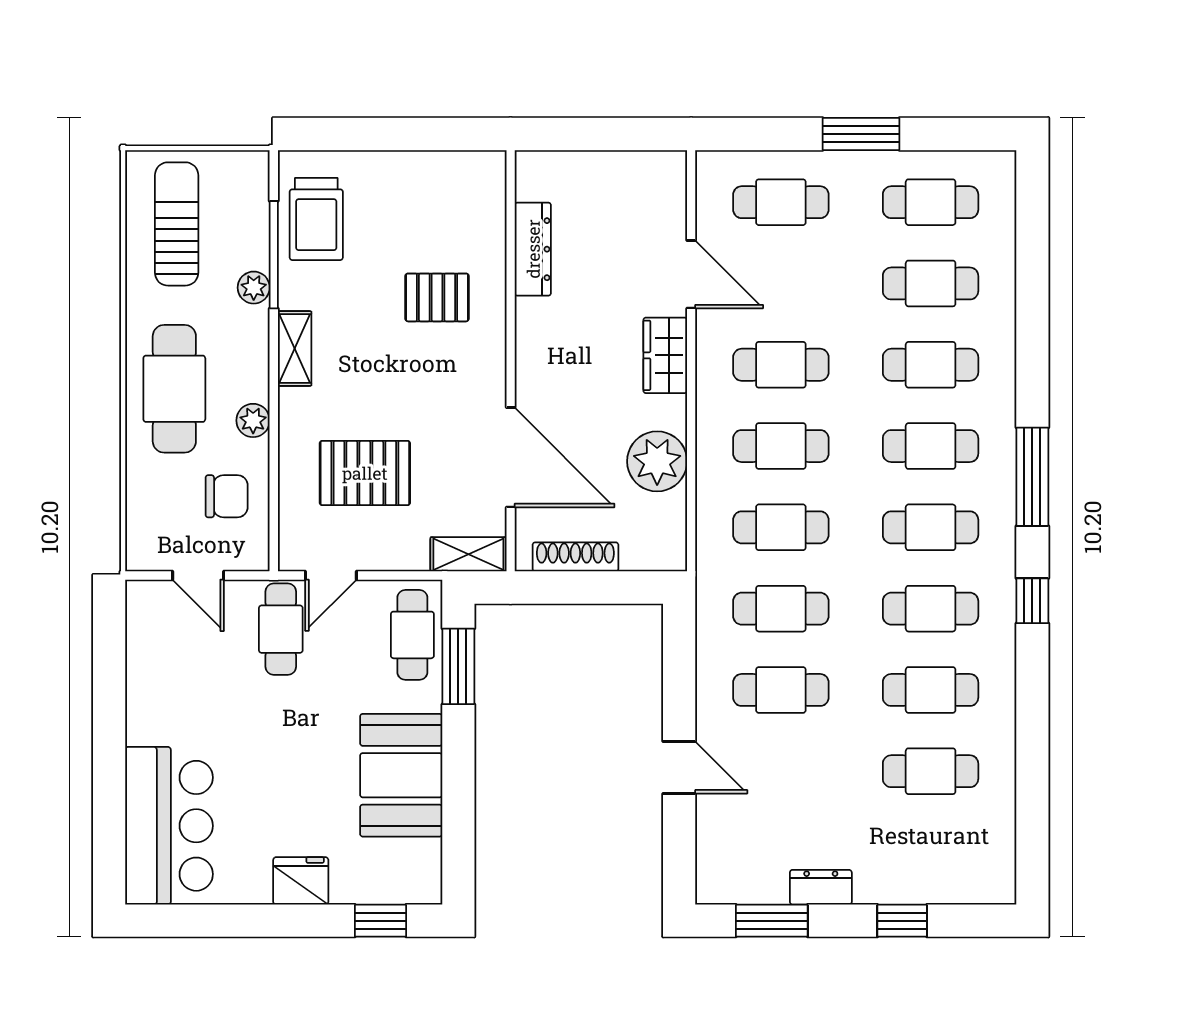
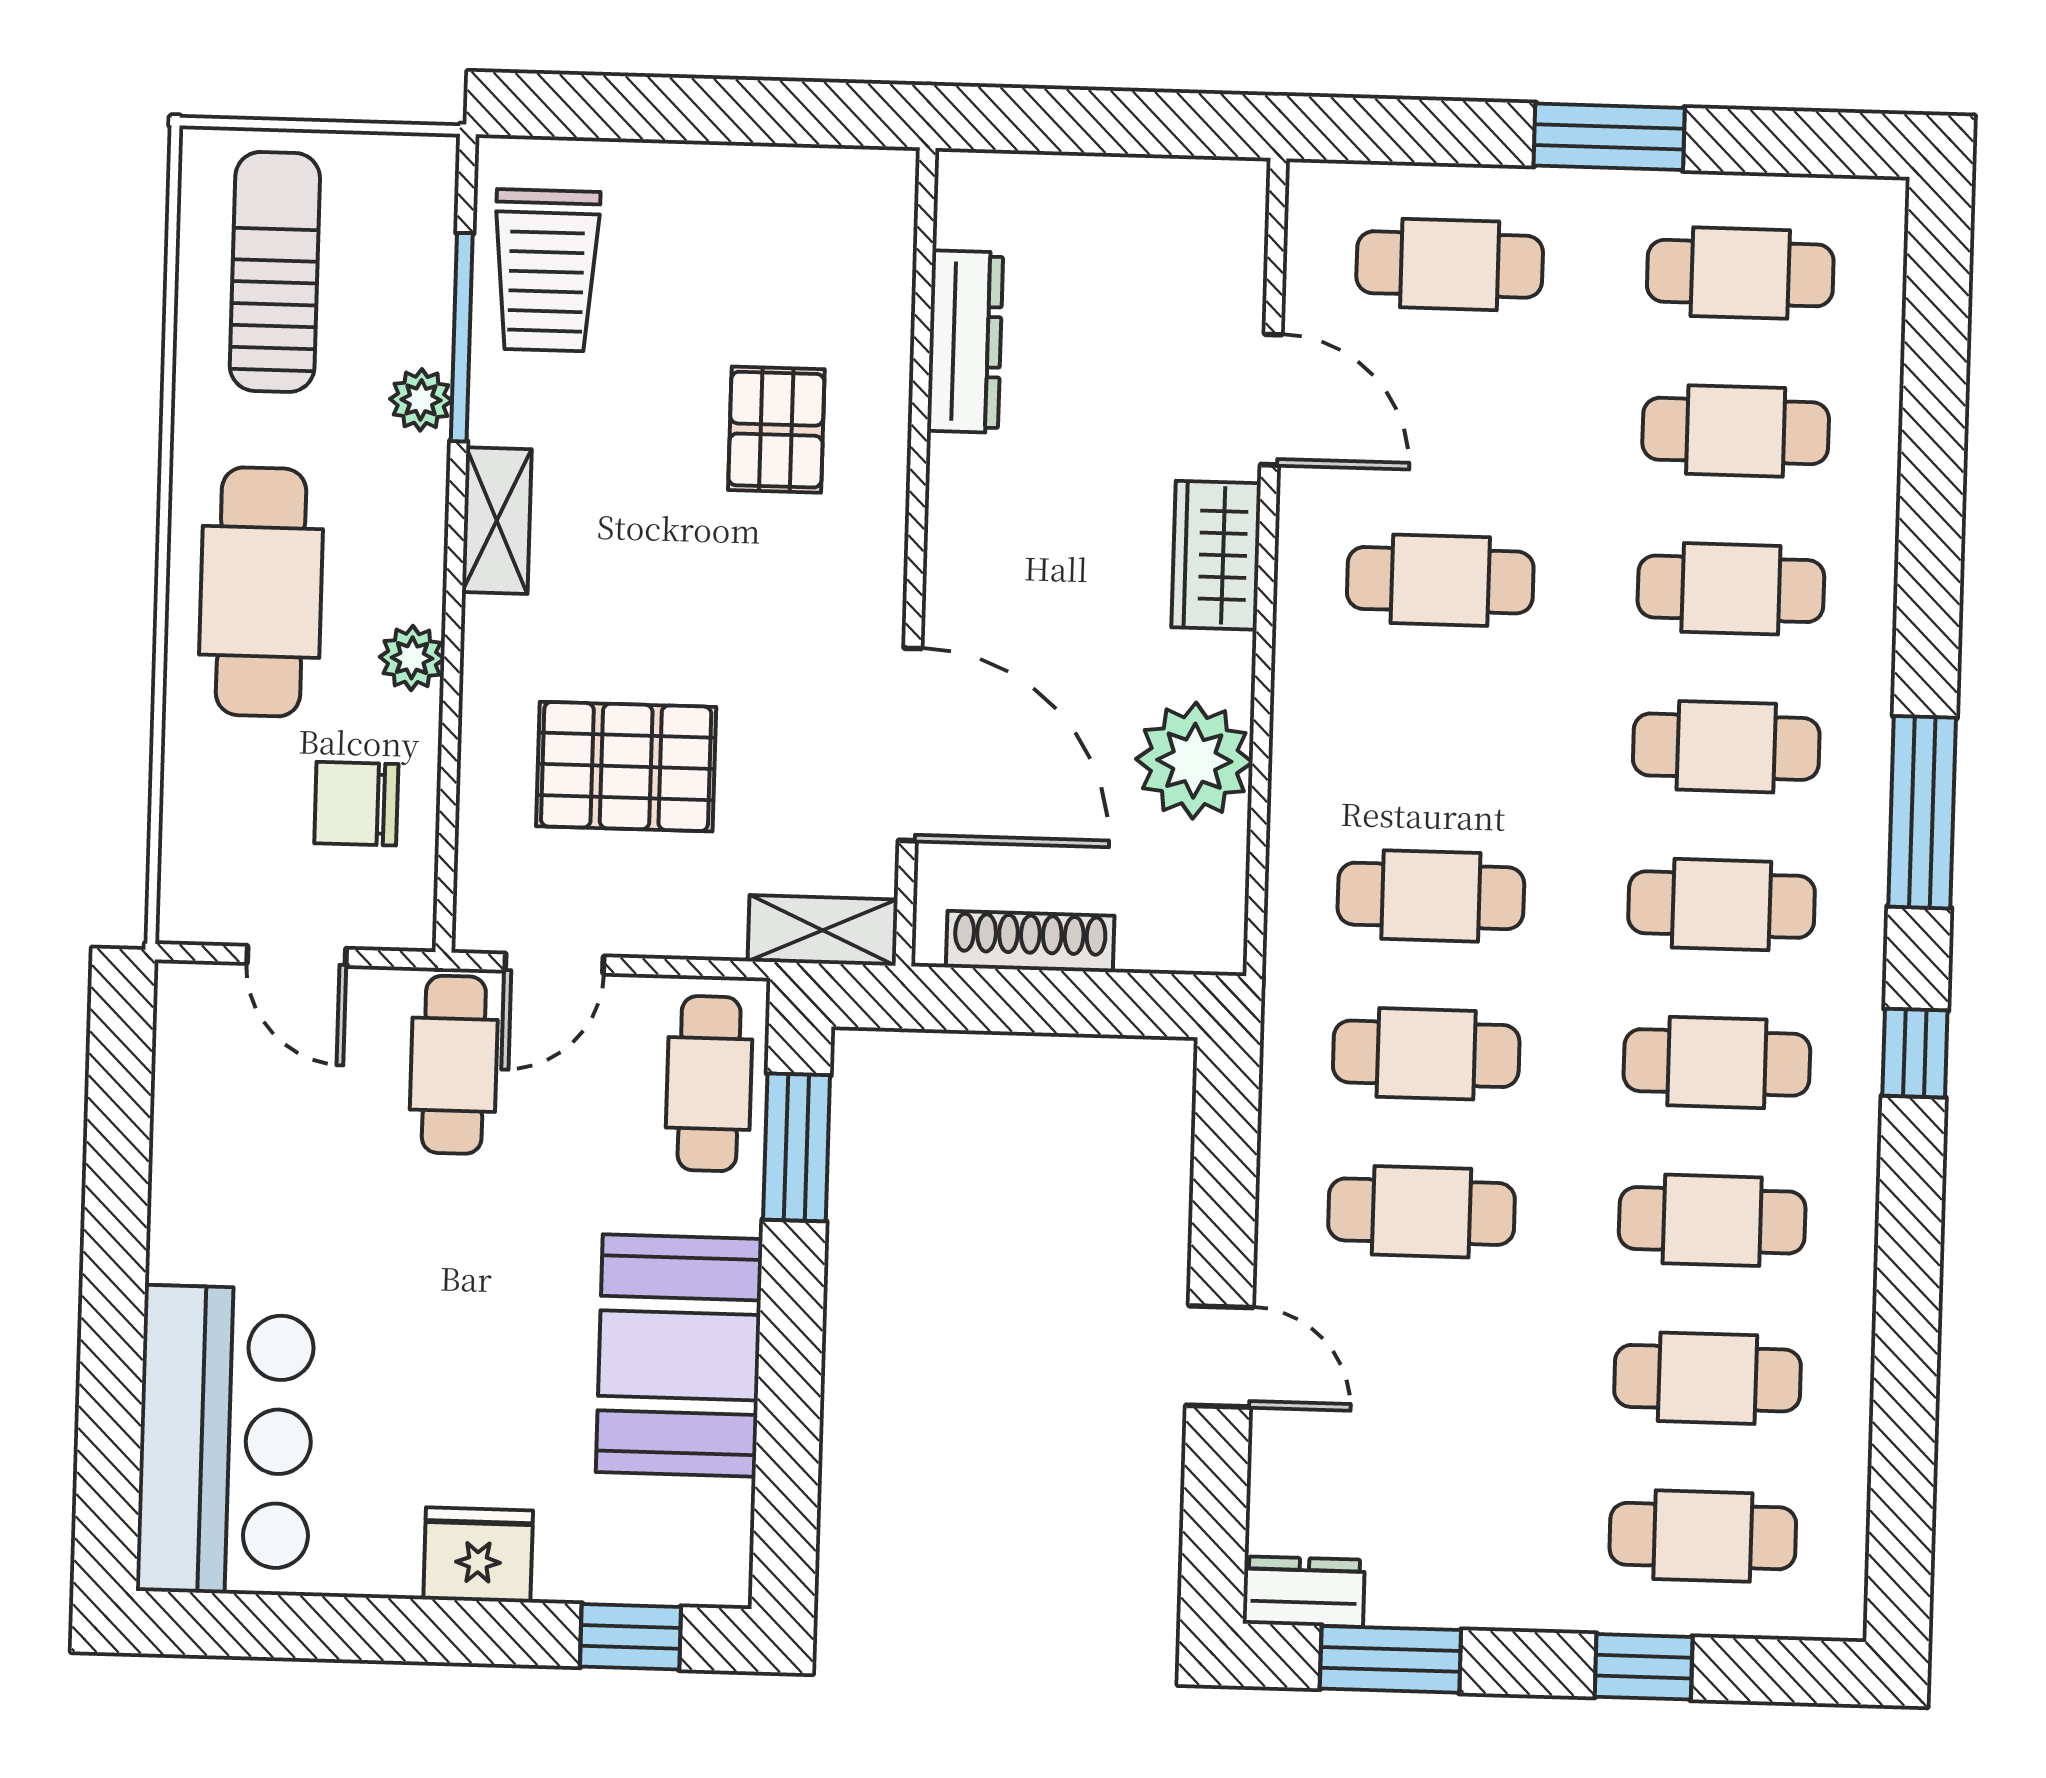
pallet: (437, 297) -> (776, 430), turned 90
cafe table: (781, 446) -> (1703, 1536), moved
chair: (227, 496) -> (356, 804), turned 180
dresser: (821, 887) -> (1304, 1592), moved

